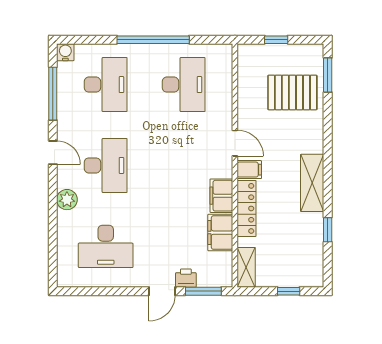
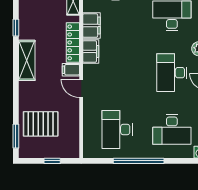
desk: (106, 85) -> (172, 129), turned -90

